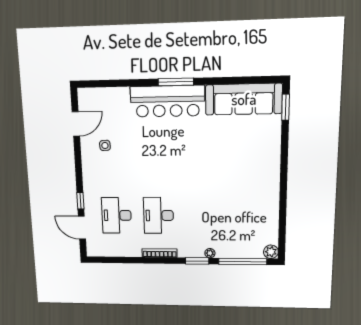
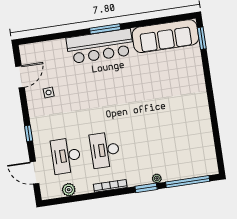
window: (80, 201) -> (29, 133), moved
plant: (271, 252) -> (69, 190), moved

